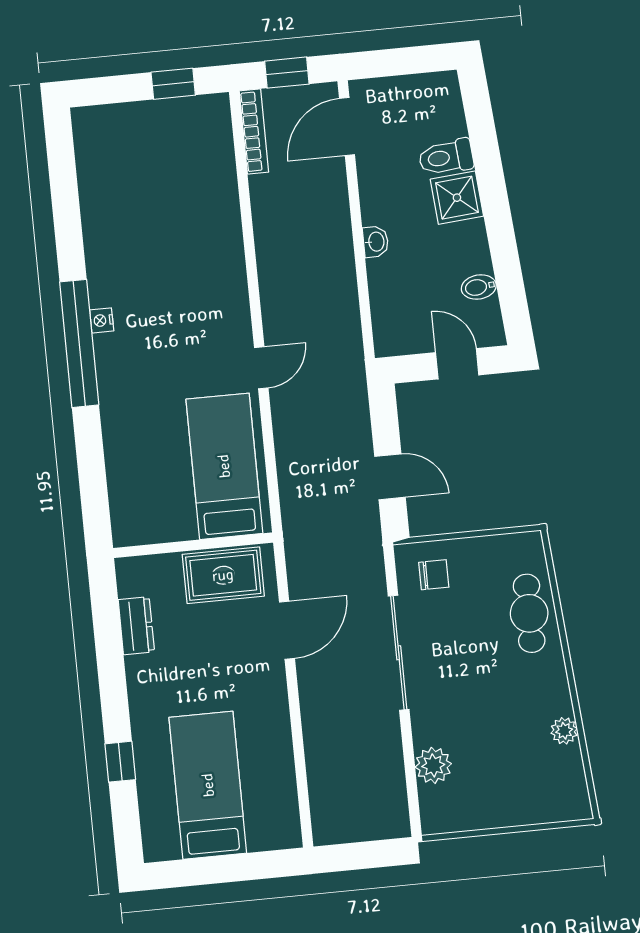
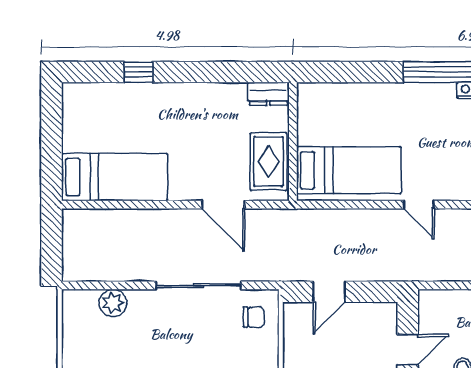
chair: (434, 575) -> (254, 317), turned -90
dresser: (136, 626) -> (268, 94), moved
bed: (208, 785) -> (115, 177), moved

